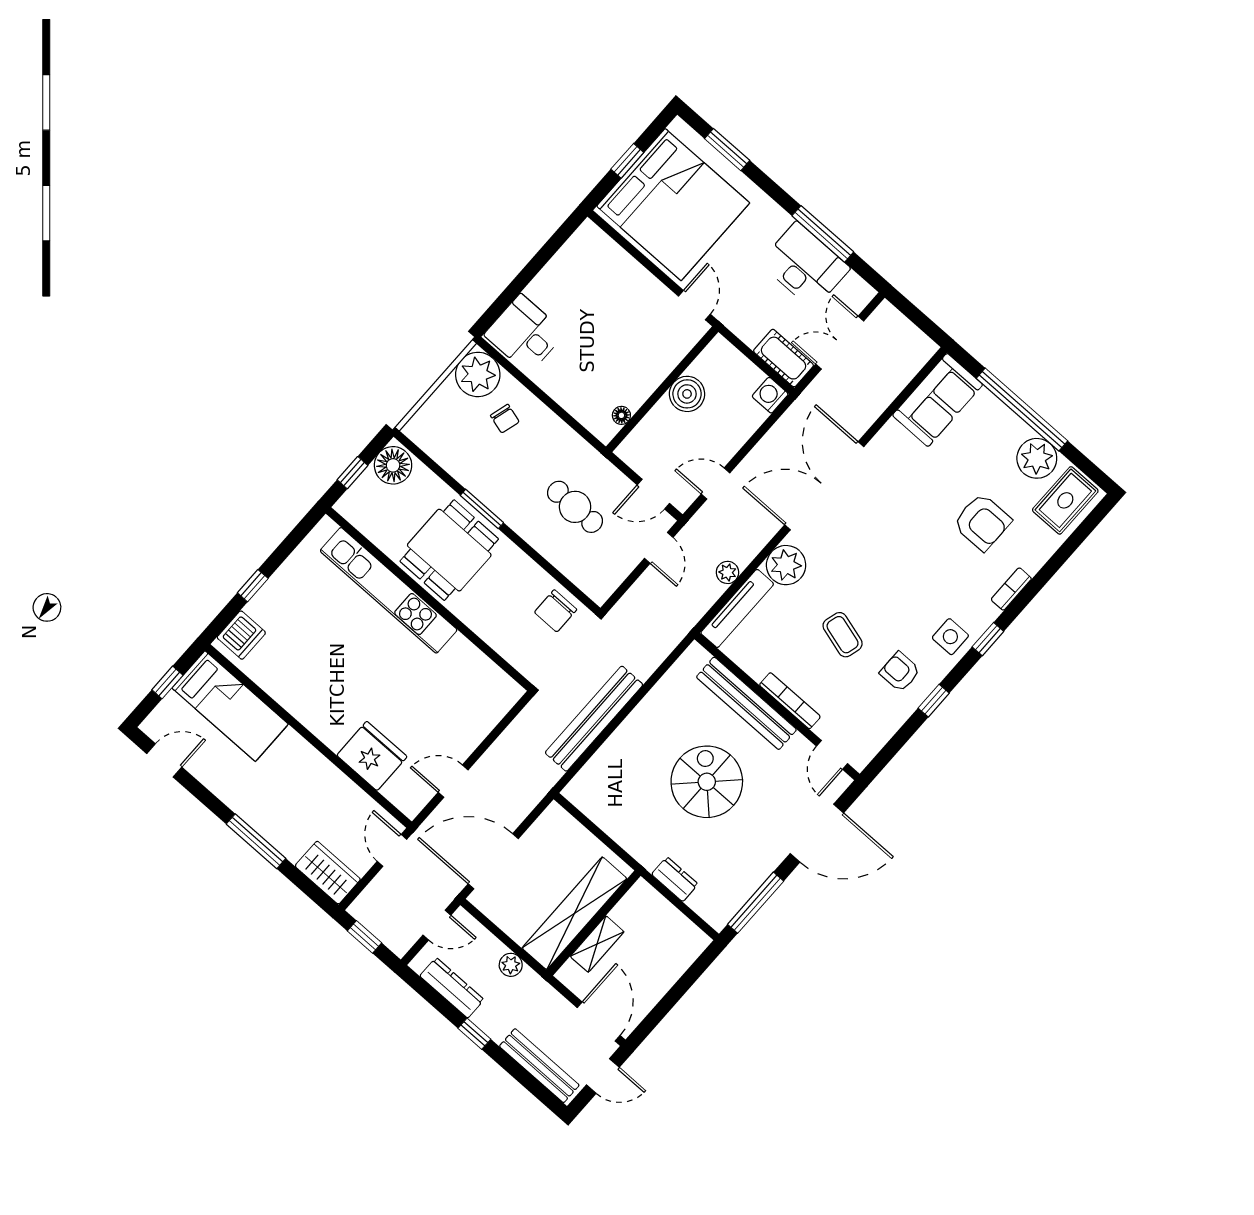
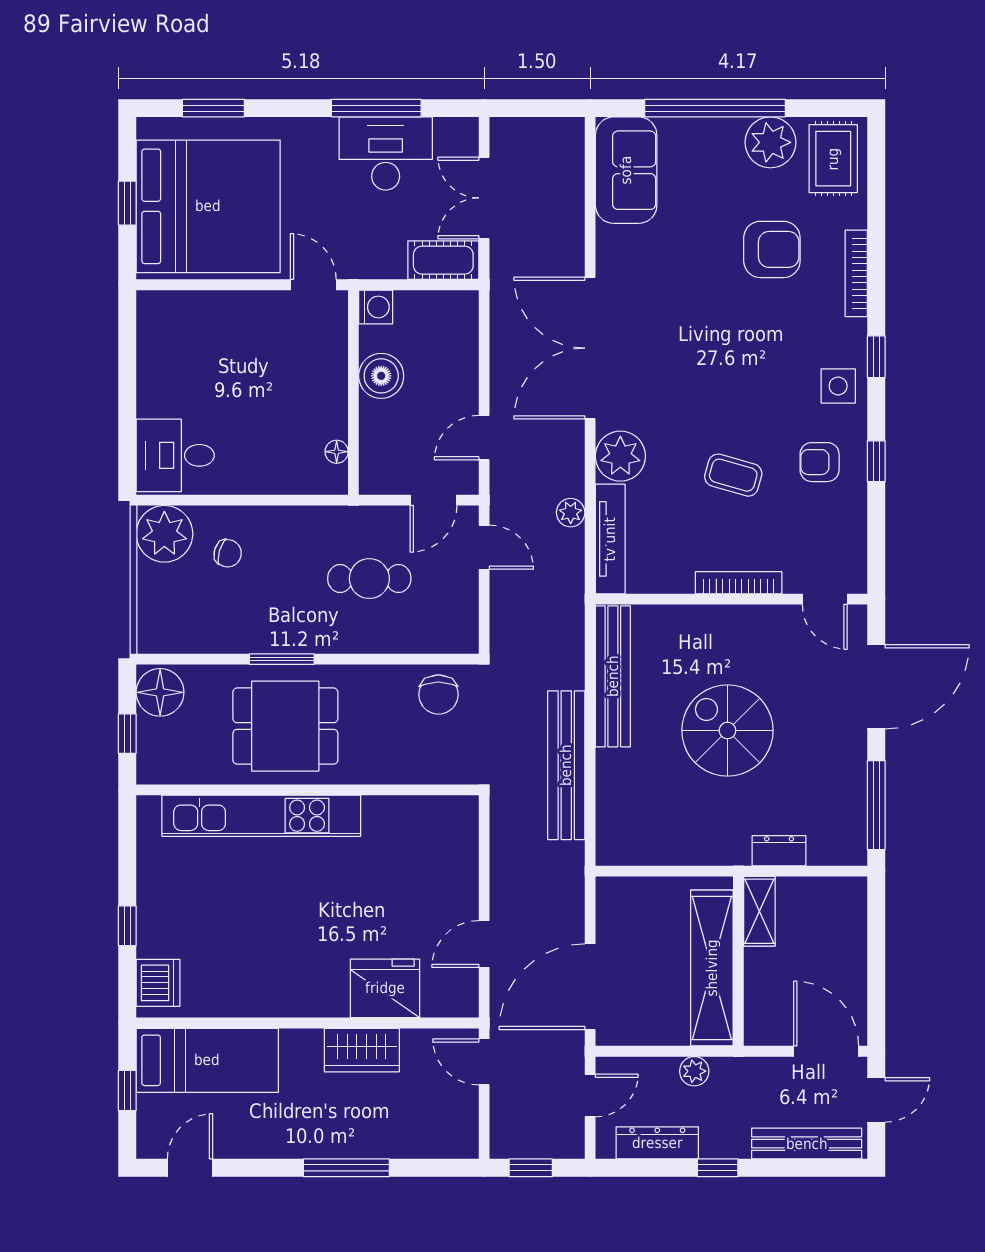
washing machine: (770, 395) -> (376, 307), moved, turned 180
dining table: (449, 550) -> (285, 726), turned 90
bookcase: (1011, 589) -> (856, 273), width x1.56
bench: (746, 703) -> (613, 676), moved, turned 90
wardrobe: (328, 873) -> (362, 1050), moved, turned 180
shelving: (597, 944) -> (759, 911), moved

